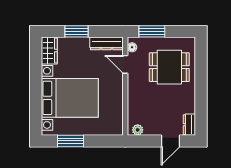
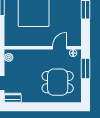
dresser: (107, 43) -> (76, 33), removed
dining table: (169, 67) -> (58, 82), turned 90

